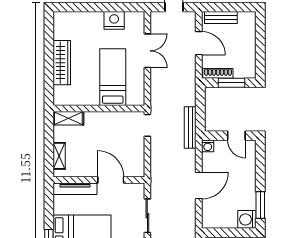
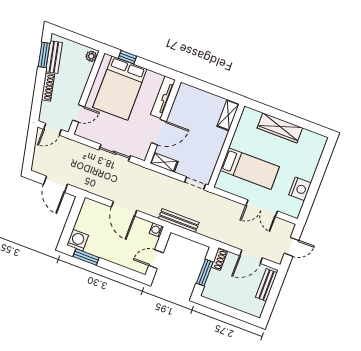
shoe rack: (218, 73) -> (219, 260), width x0.70
shelving: (59, 156) -> (164, 162), moved

